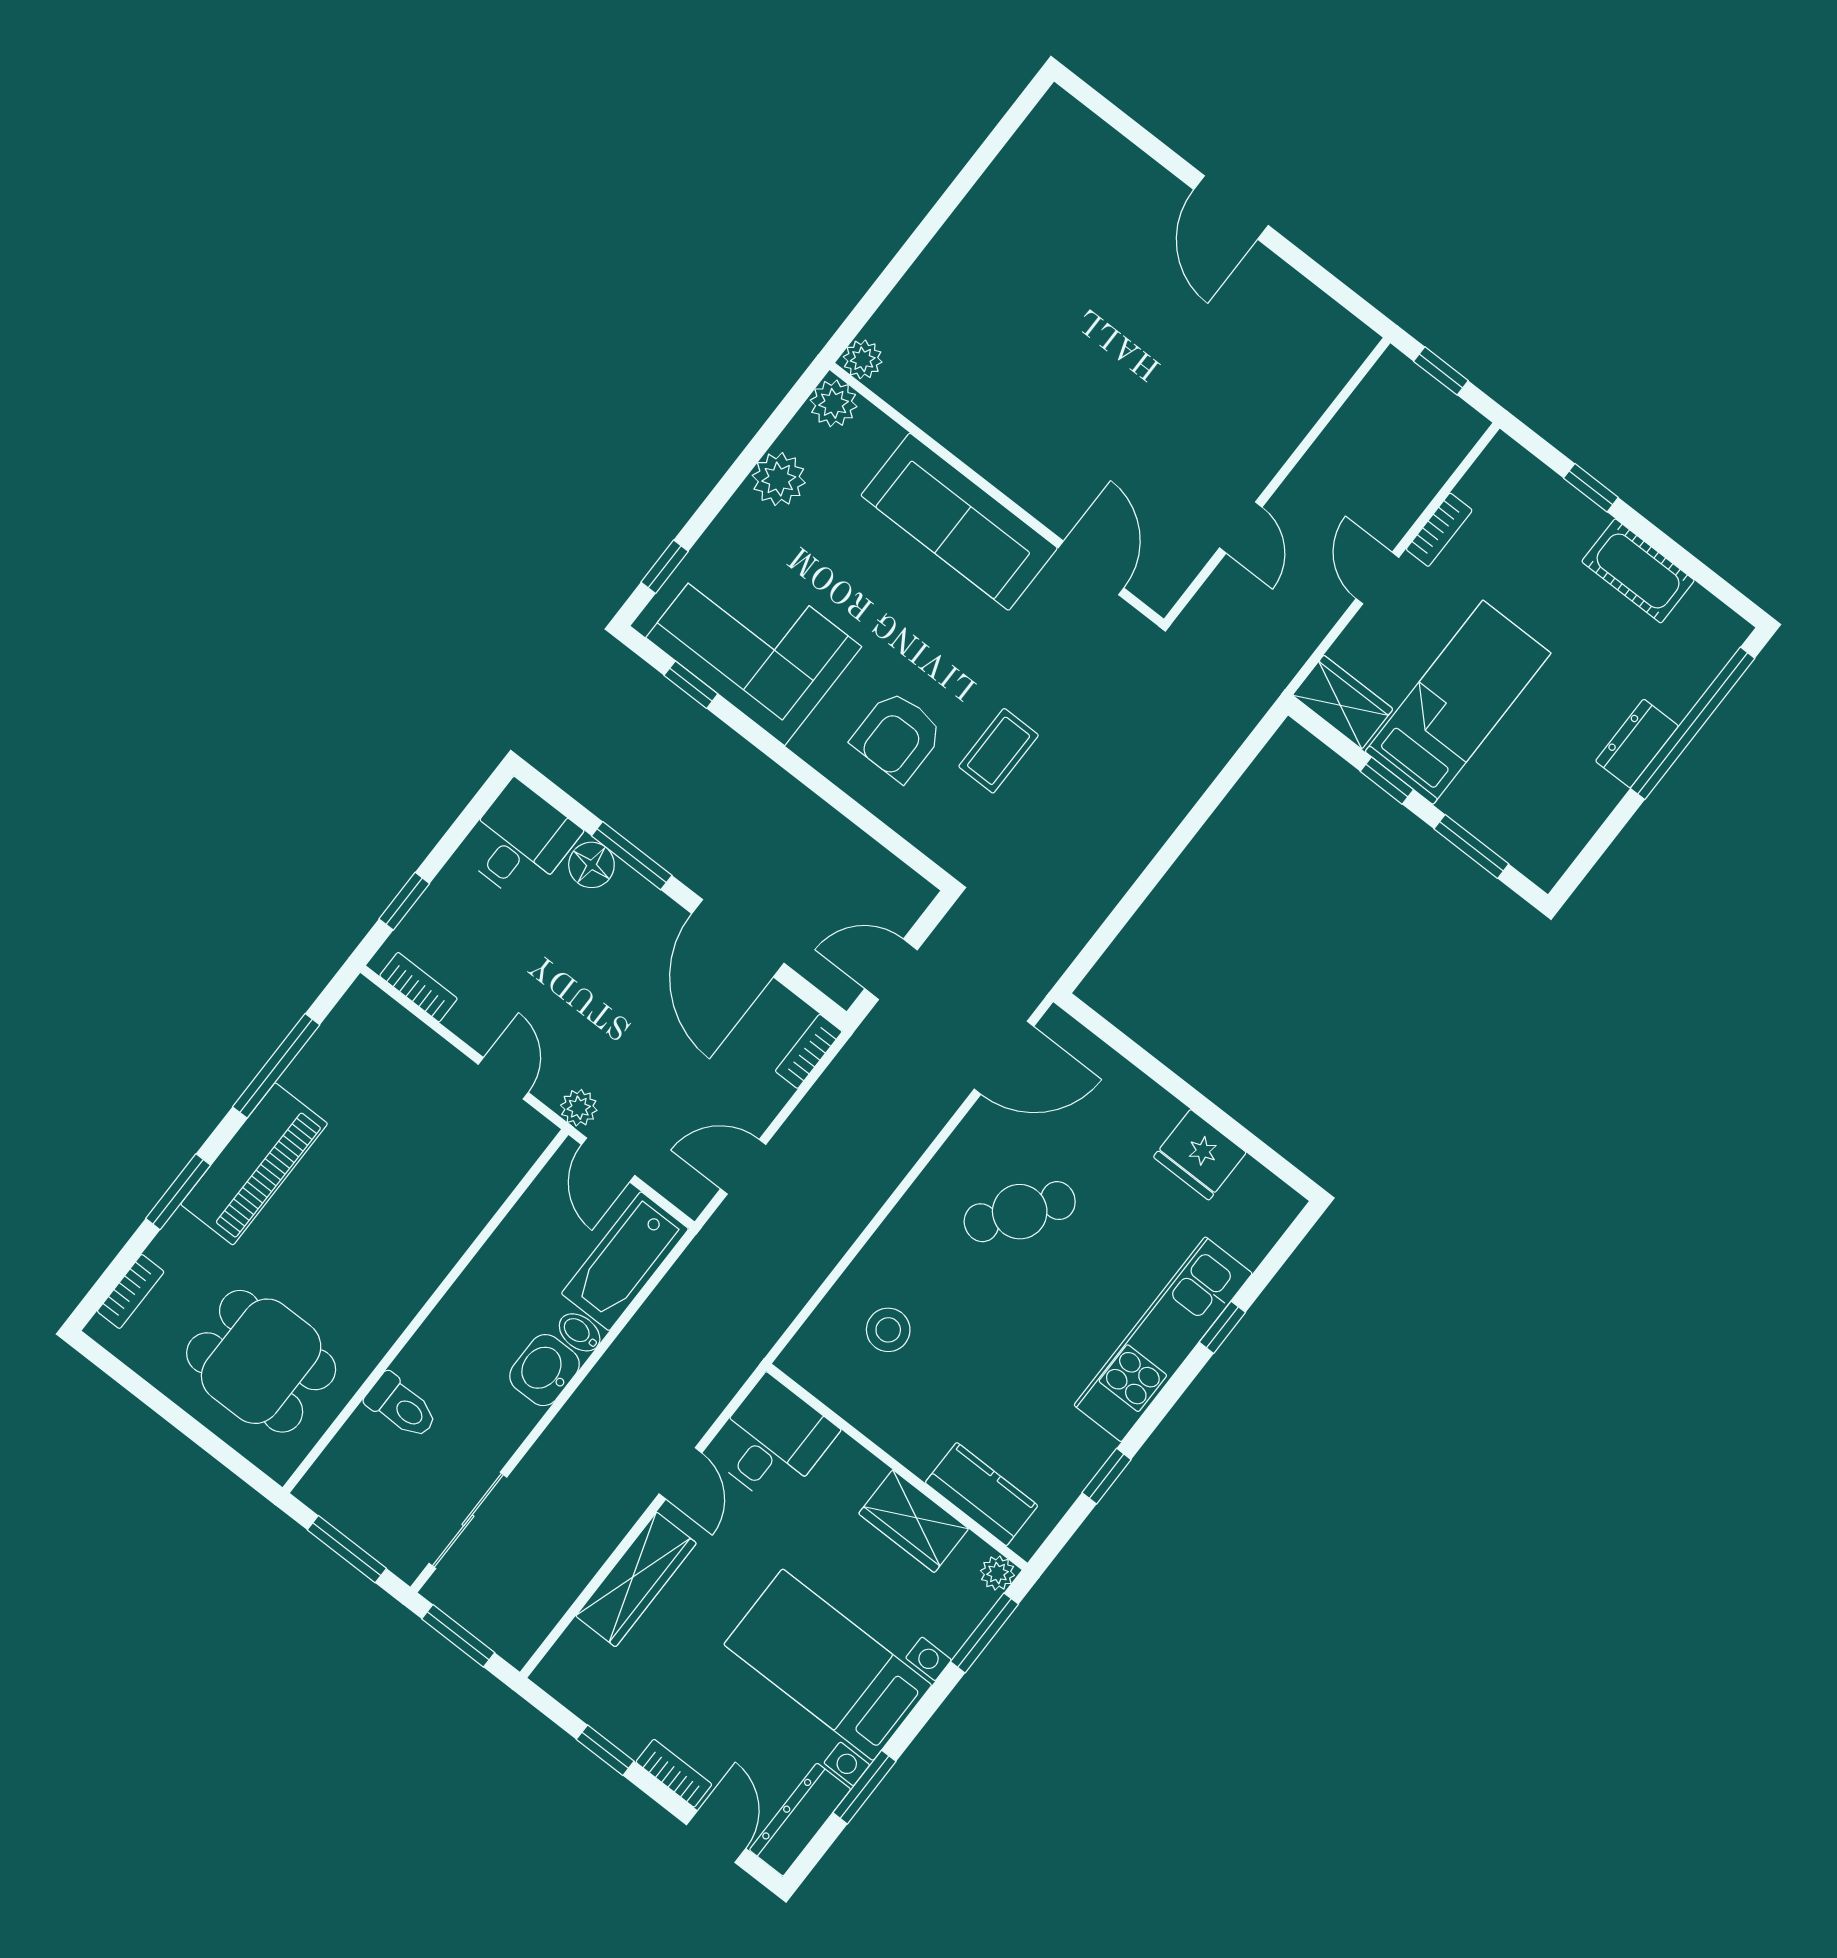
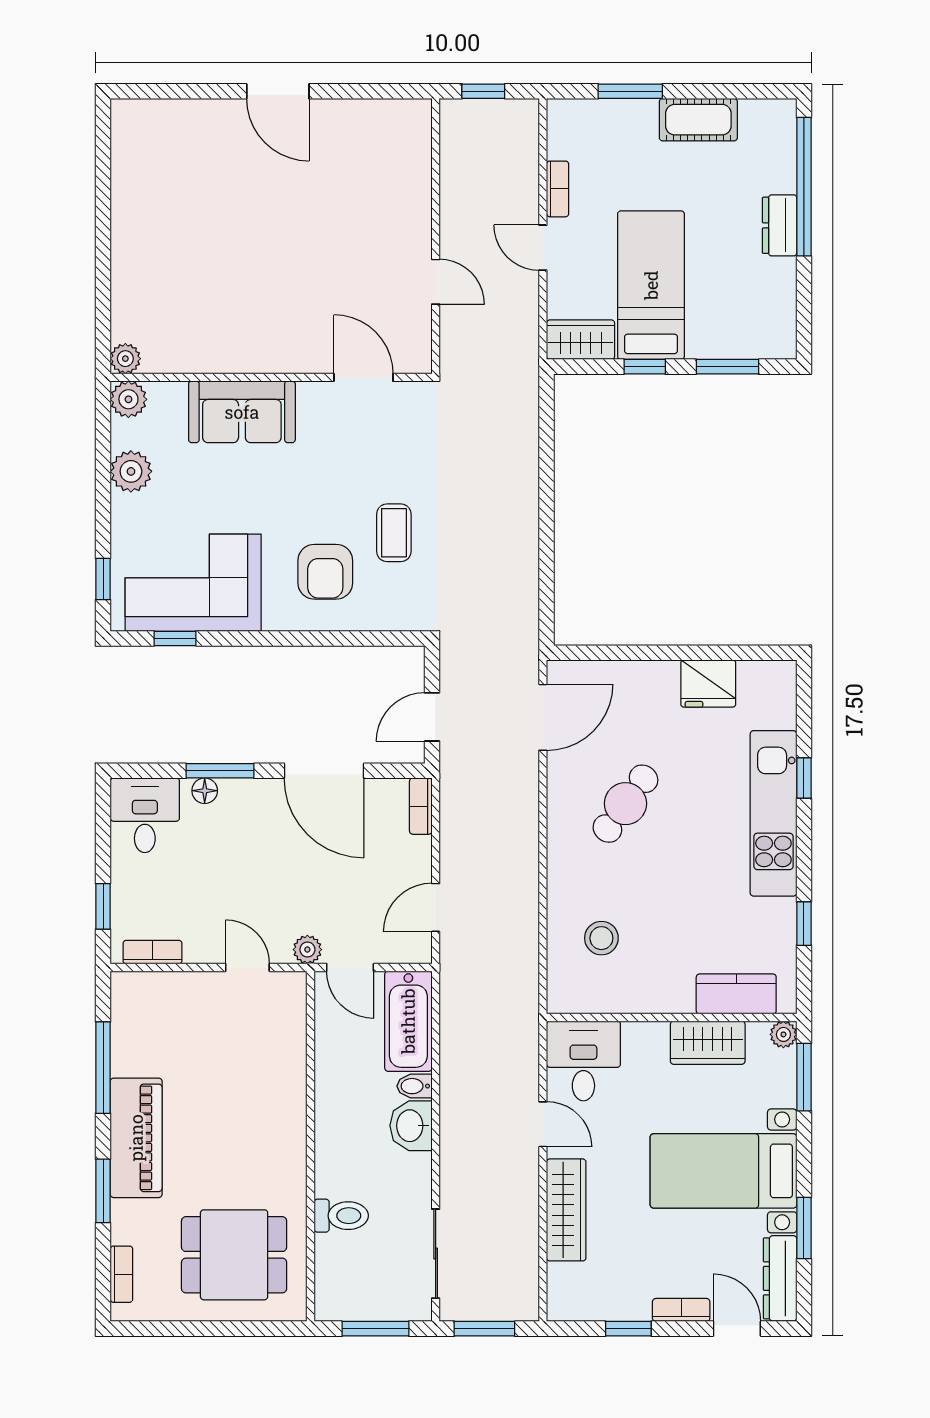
window: (1591, 488) -> (630, 91), width x1.50
sofa: (959, 522) -> (242, 412), width x0.73
floor lamp: (591, 865) -> (205, 791), width x0.73, depth x0.73

